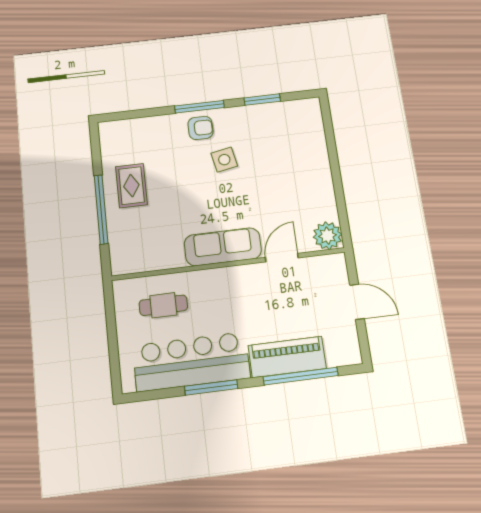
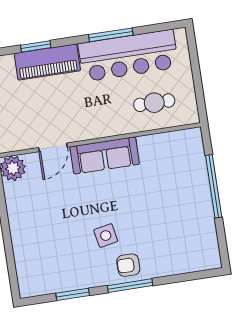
rug: (131, 186) -> (188, 209), removed
window: (301, 376) -> (36, 46), width x0.47

